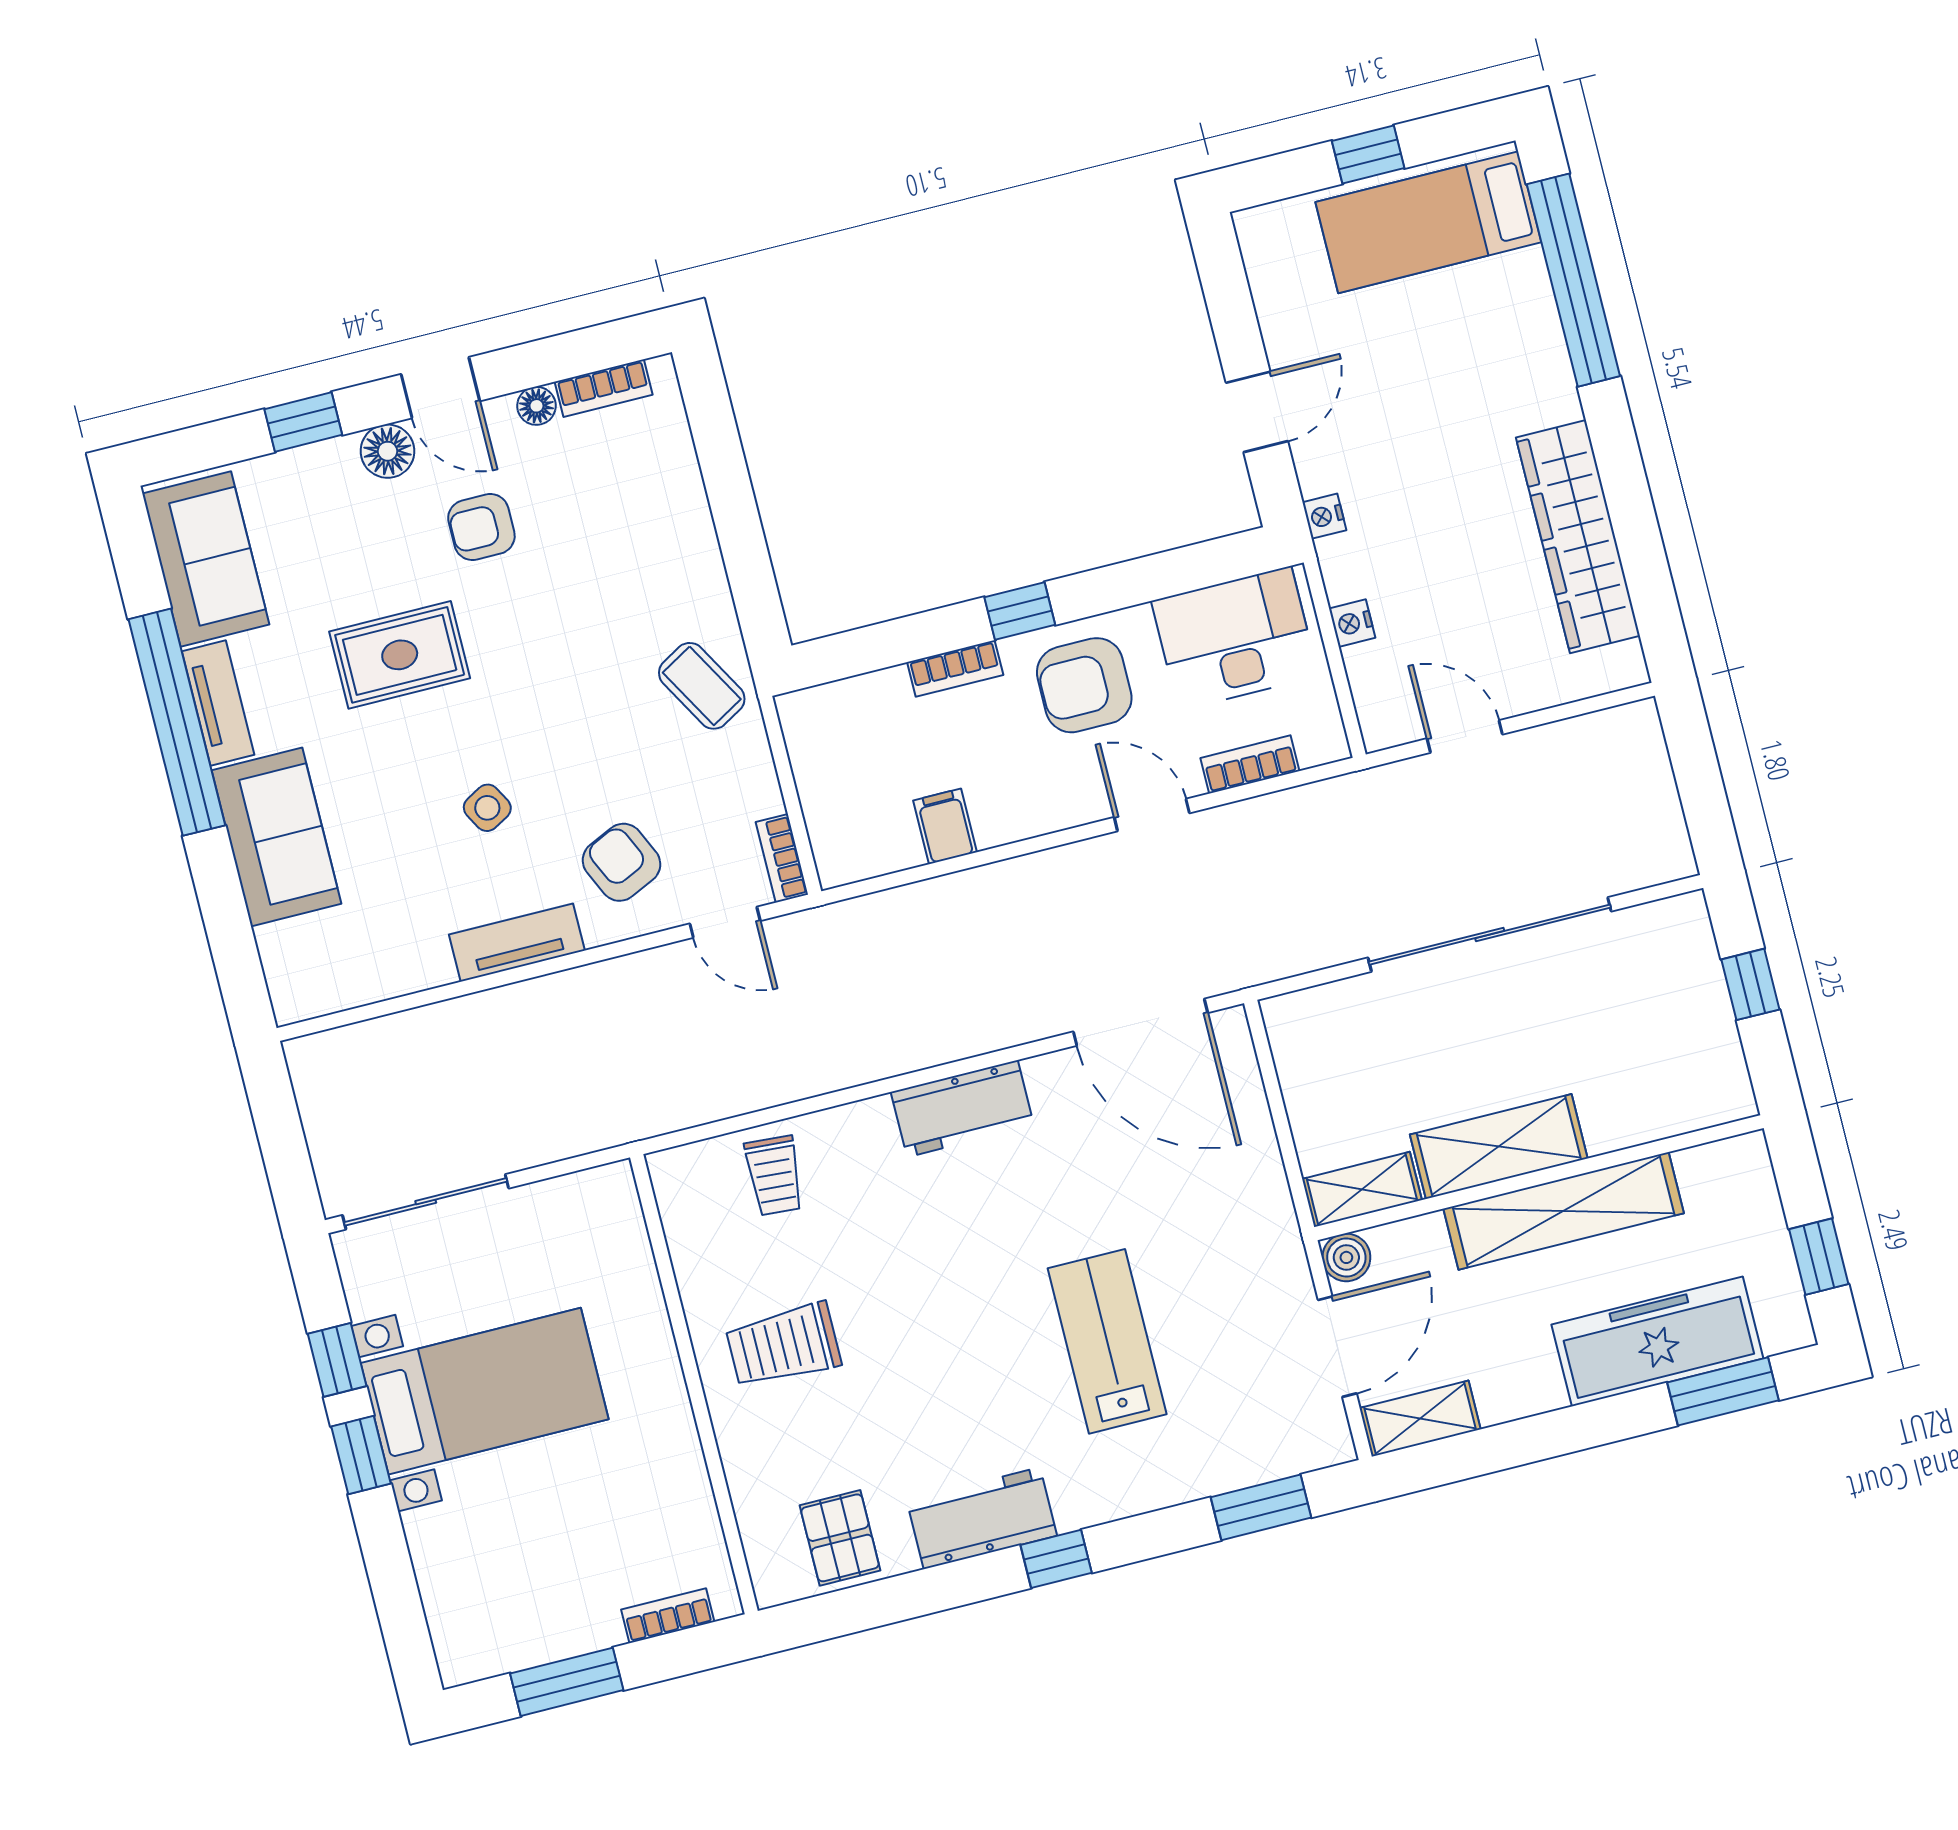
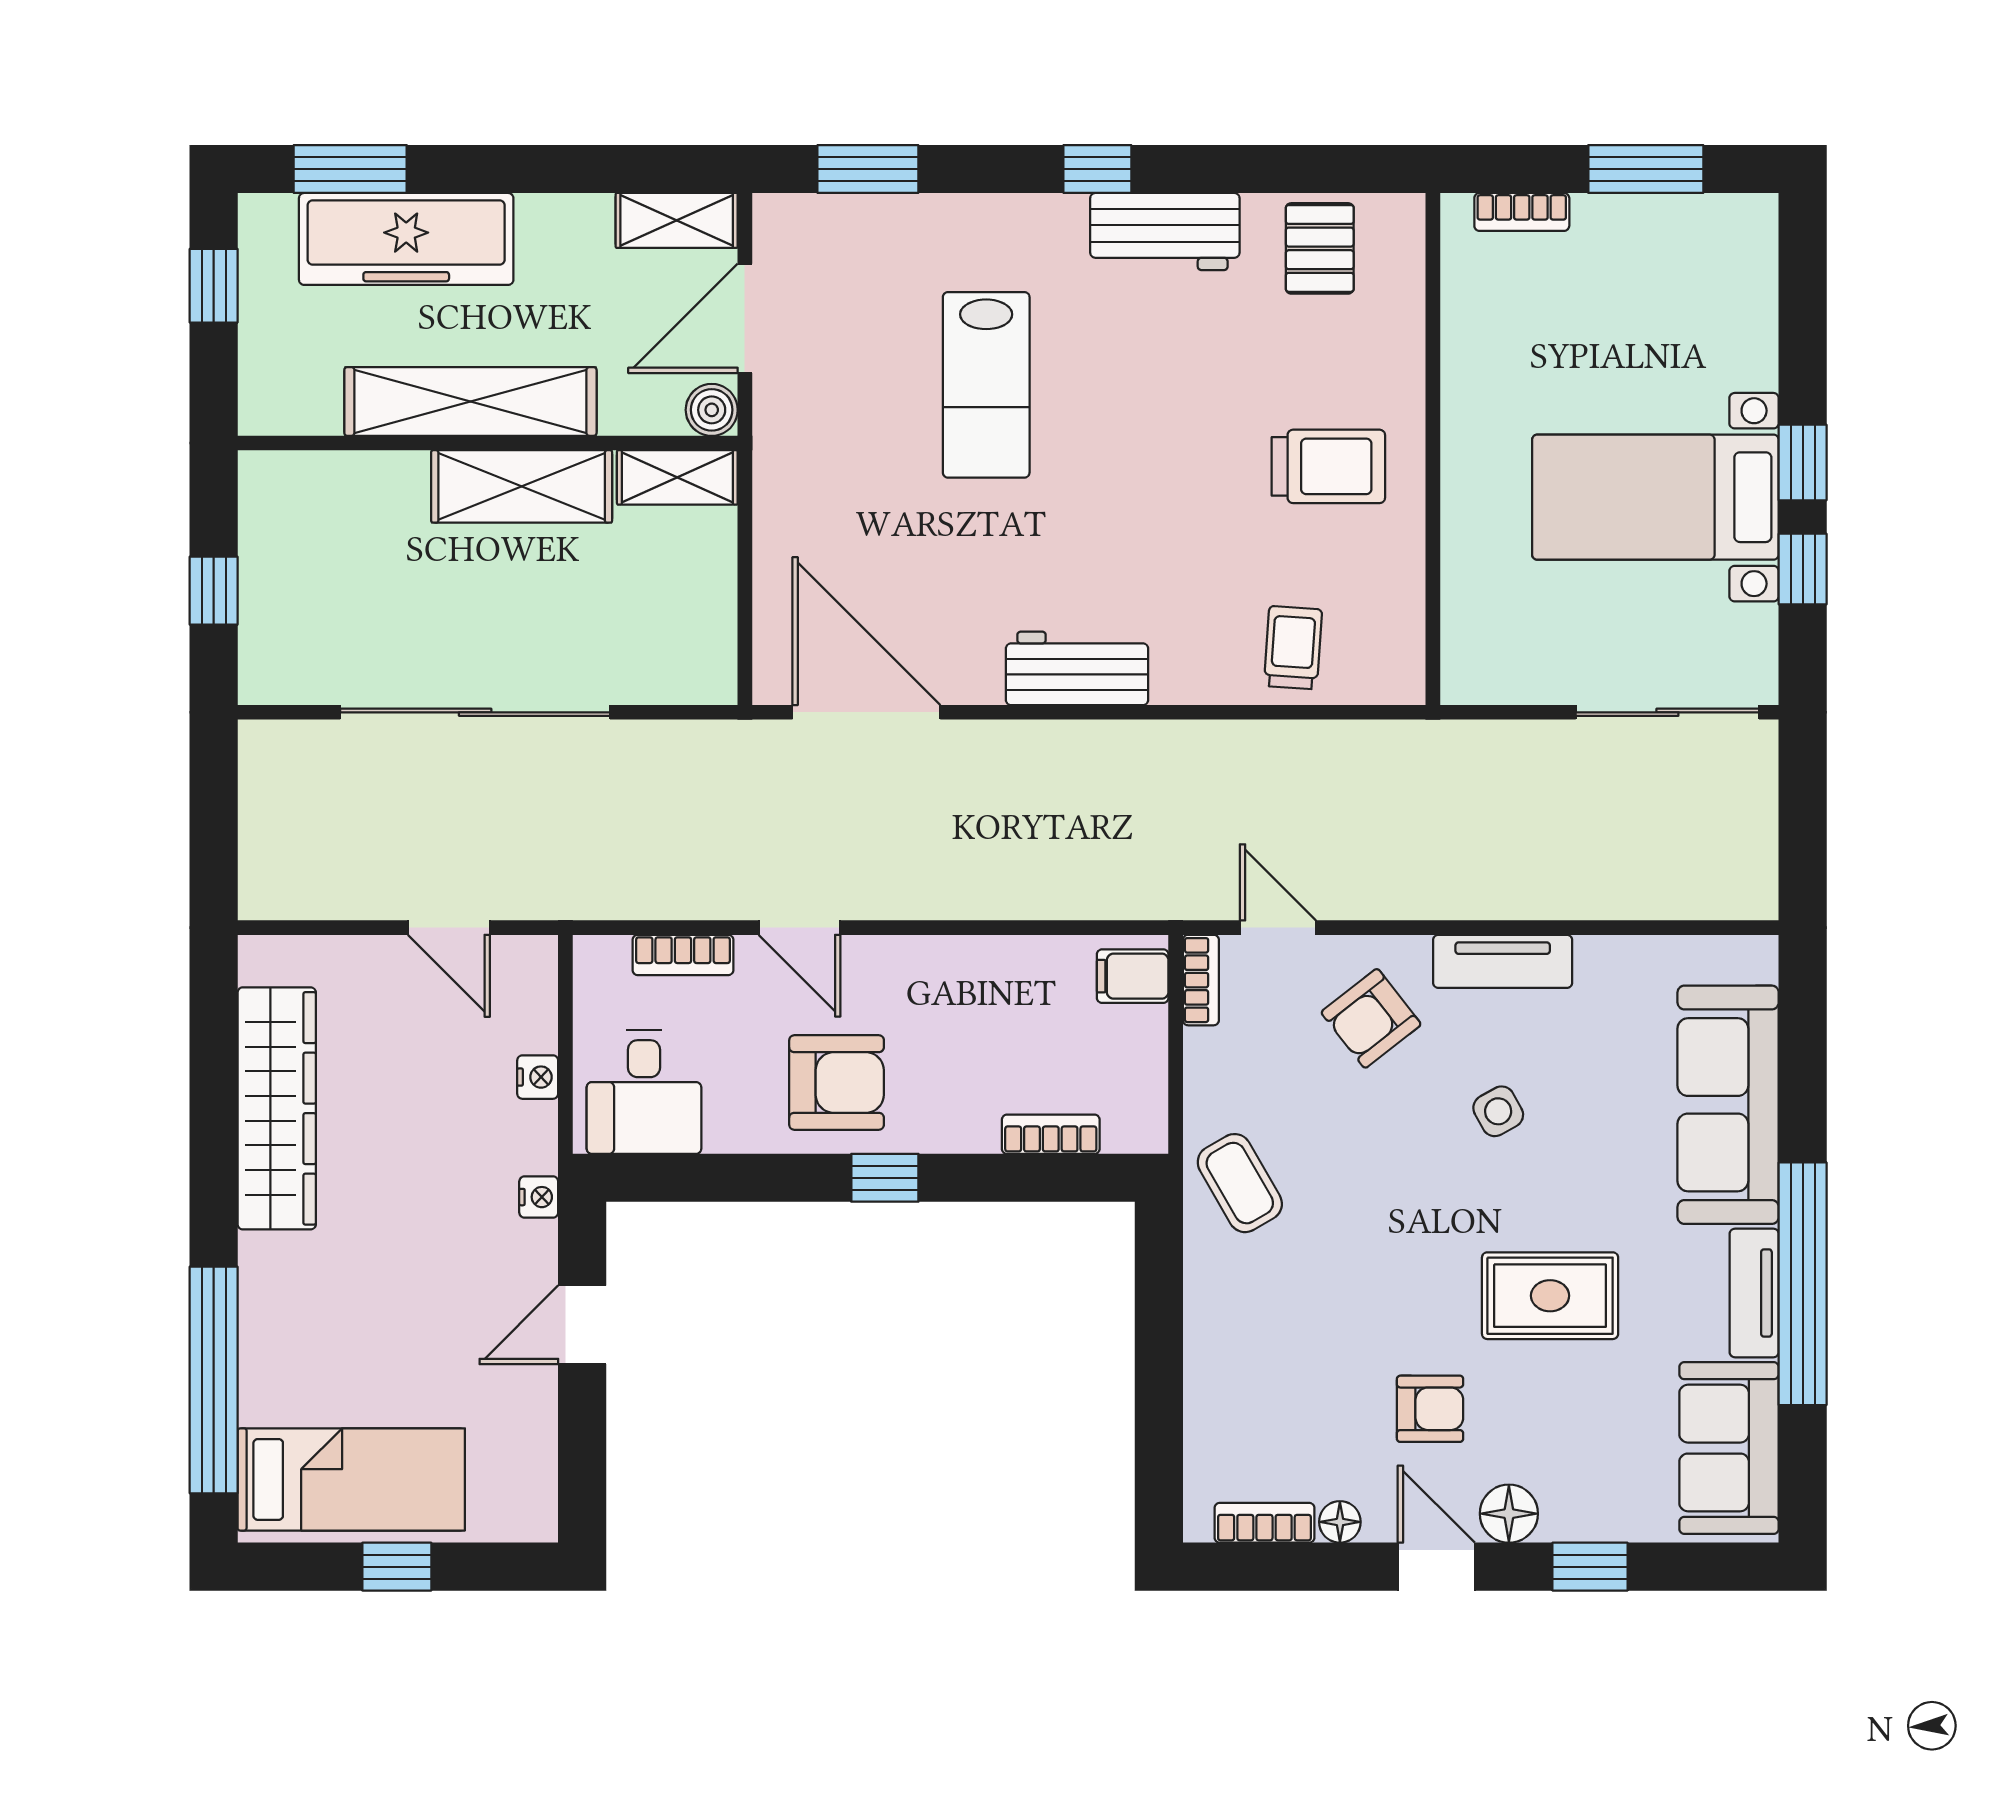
desk: (1235, 638) -> (644, 1092), width x0.73
bookcase: (955, 669) -> (1051, 1134), moved
filing cabinet: (945, 826) -> (1133, 976), moved, turned 90
sofa: (276, 837) -> (1728, 1105), width x1.36
armchair: (622, 862) -> (1371, 1018), turned 77

